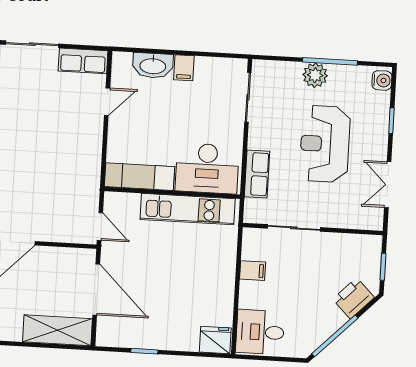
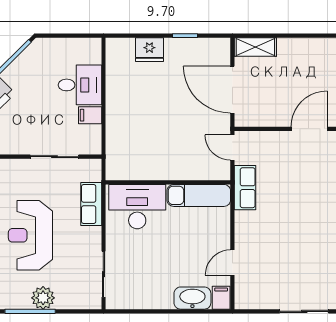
row of seats: (83, 61) -> (245, 188), moved, turned 90
filing cabinet: (184, 68) -> (221, 298), moved
reception desk: (325, 144) -> (30, 235), turned 180
kitchen unit: (188, 209) -> (153, 168), removed
shelving: (58, 330) -> (255, 47), width x0.67, depth x0.75
desk: (260, 332) -> (80, 85), moved
fridge: (215, 340) -> (149, 50), moved

